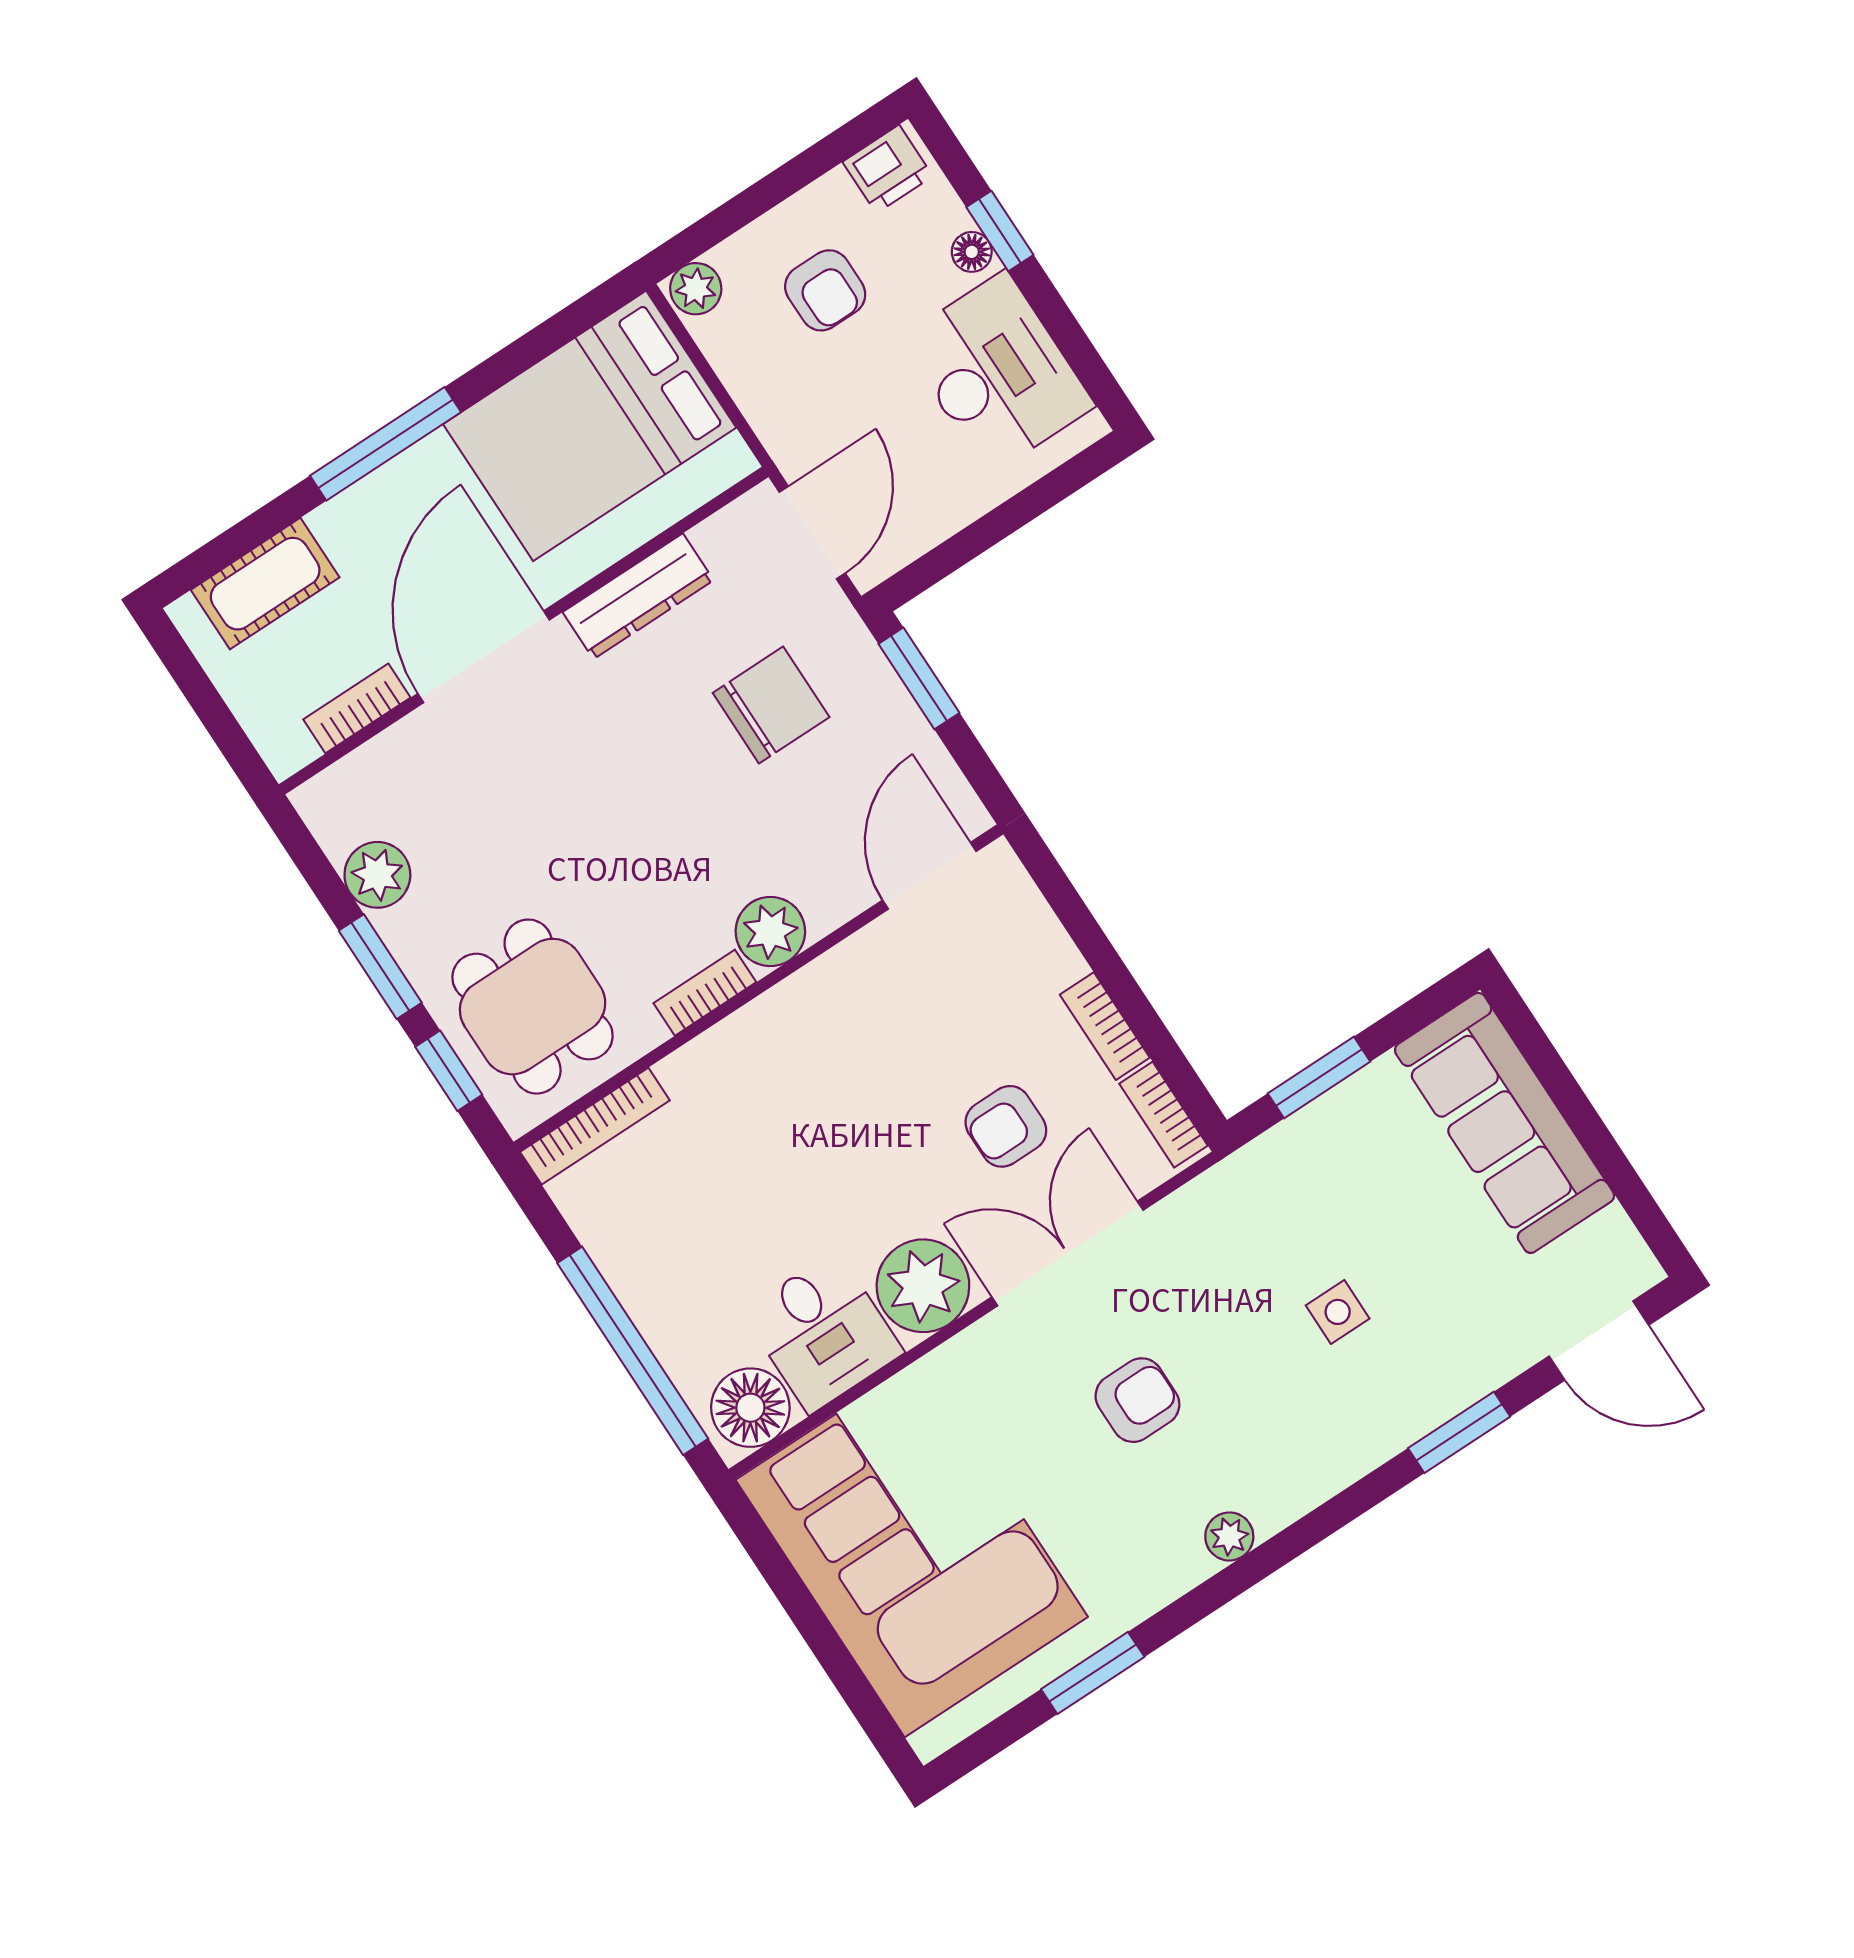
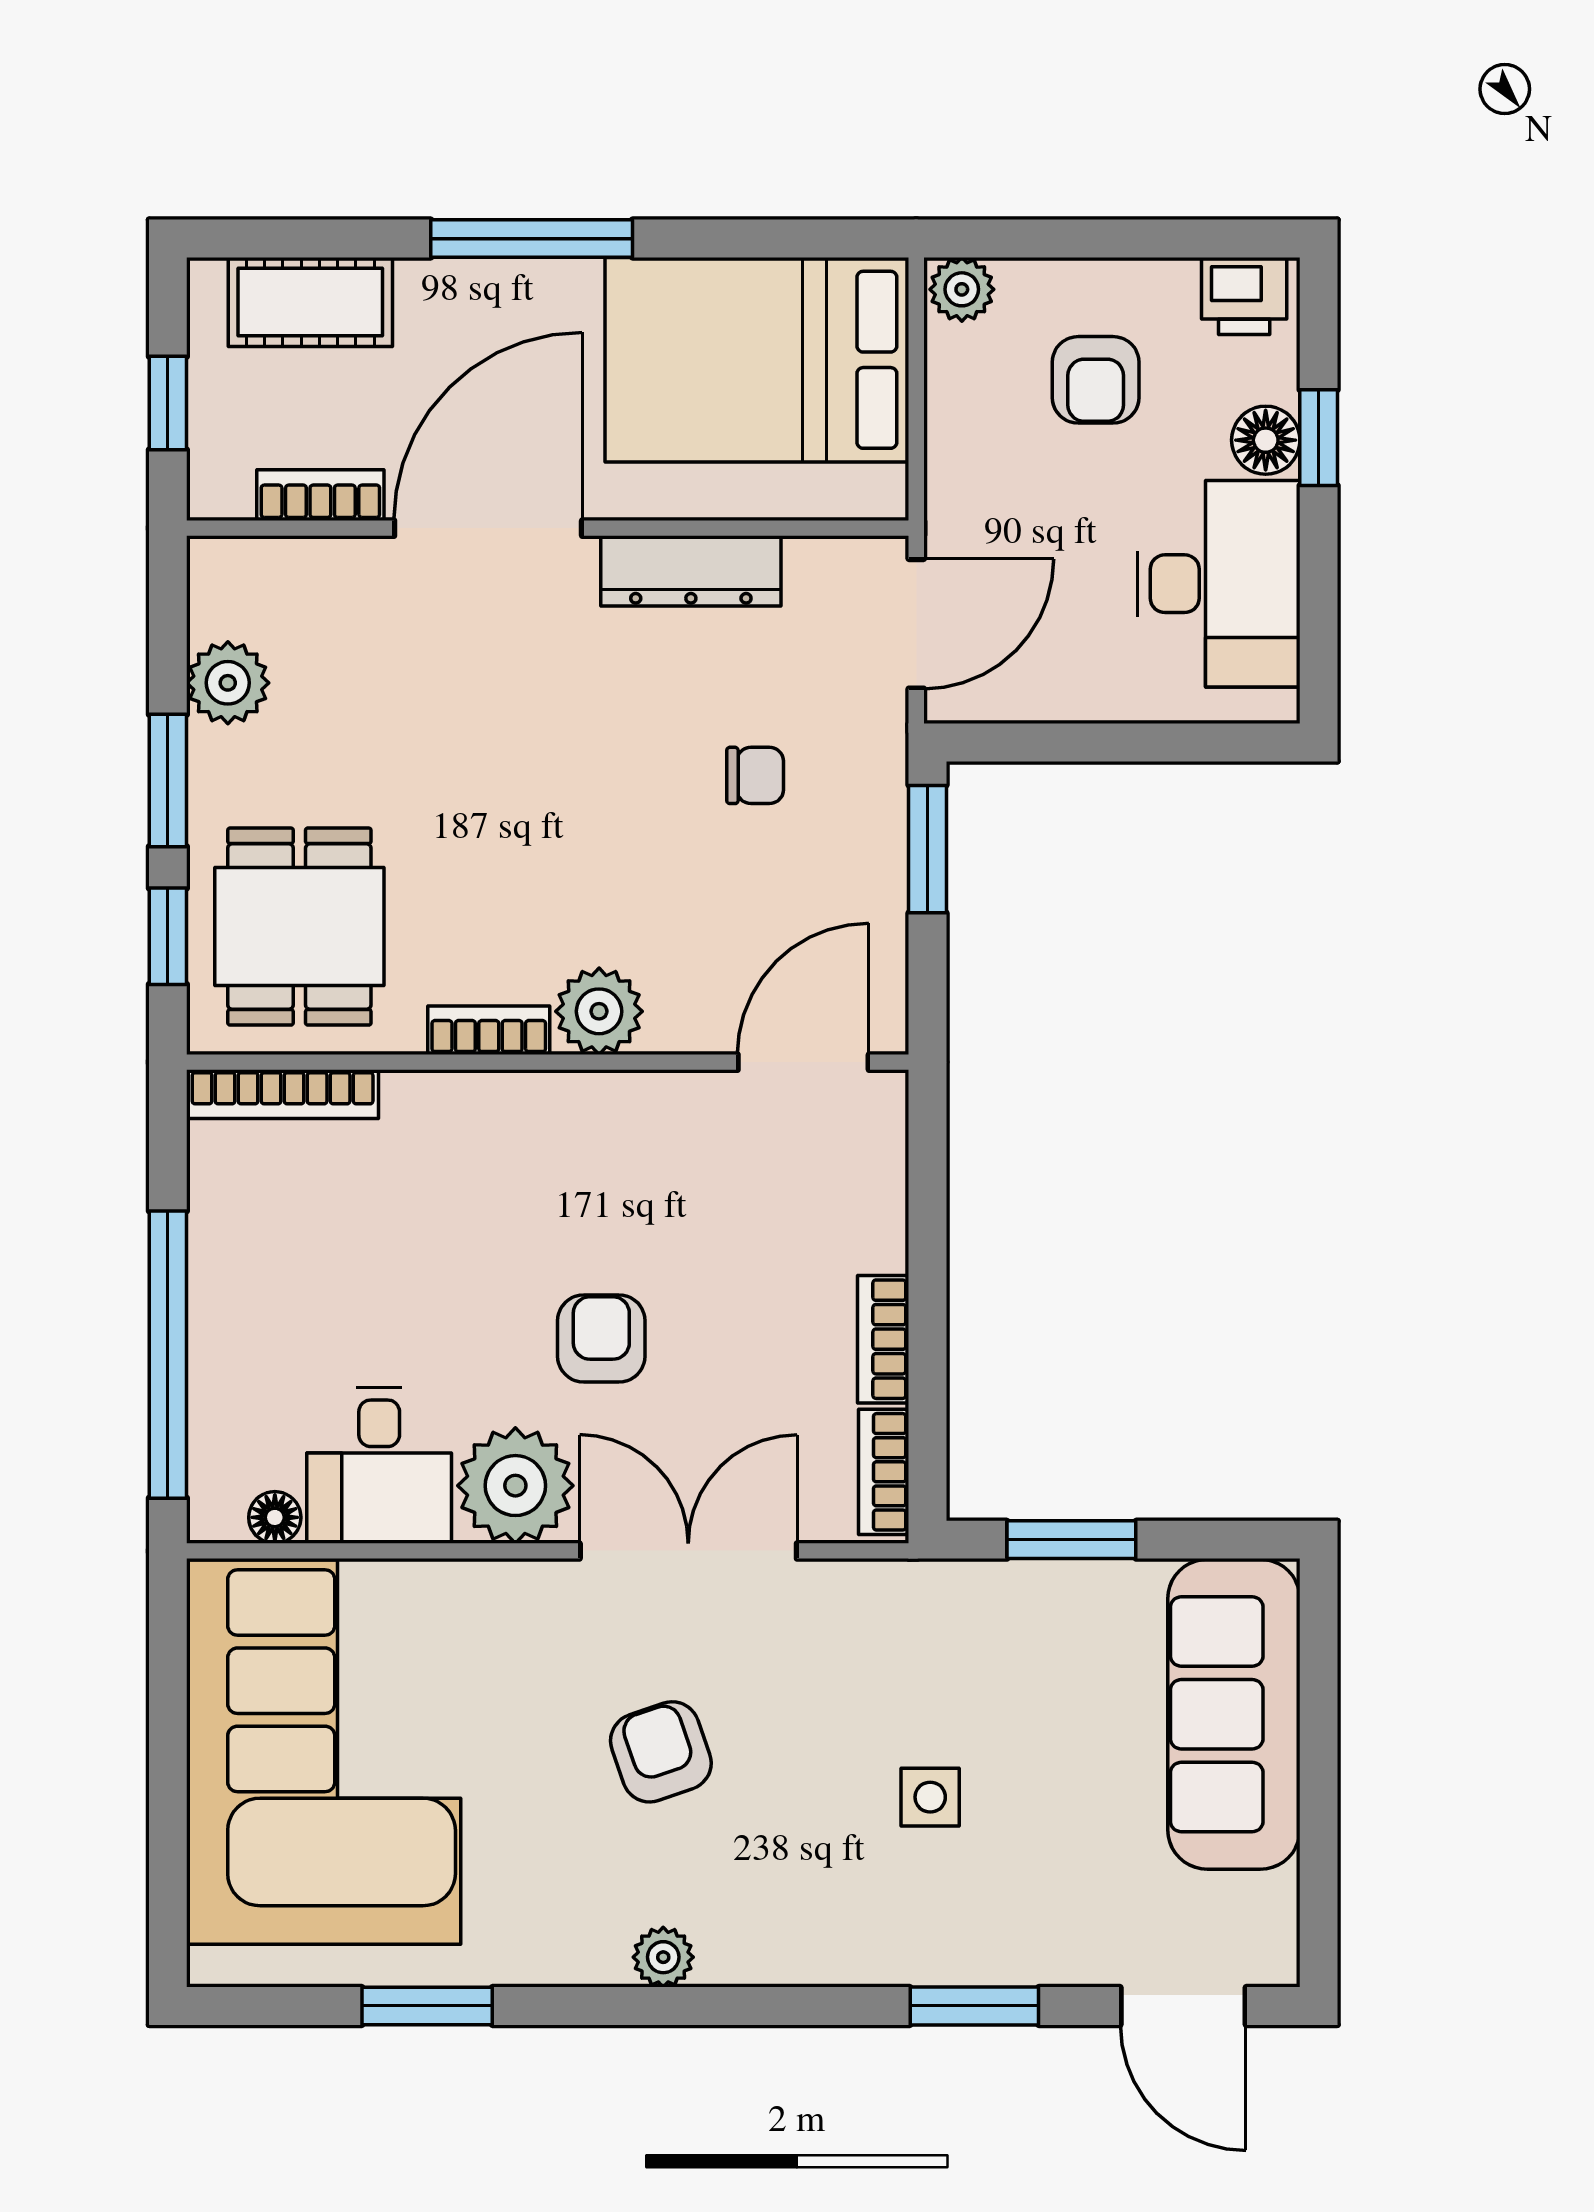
floor lamp: (972, 252) -> (1266, 440), width x1.37, depth x1.37
chair: (771, 705) -> (755, 775), width x0.54, depth x0.54
window: (214, 714) -> (168, 403), added
armchair: (1006, 1126) -> (601, 1338), moved, turned 90
armchair: (1137, 1400) -> (661, 1752), turned -109
floor lamp: (750, 1408) -> (275, 1517), width x0.53, depth x0.53

